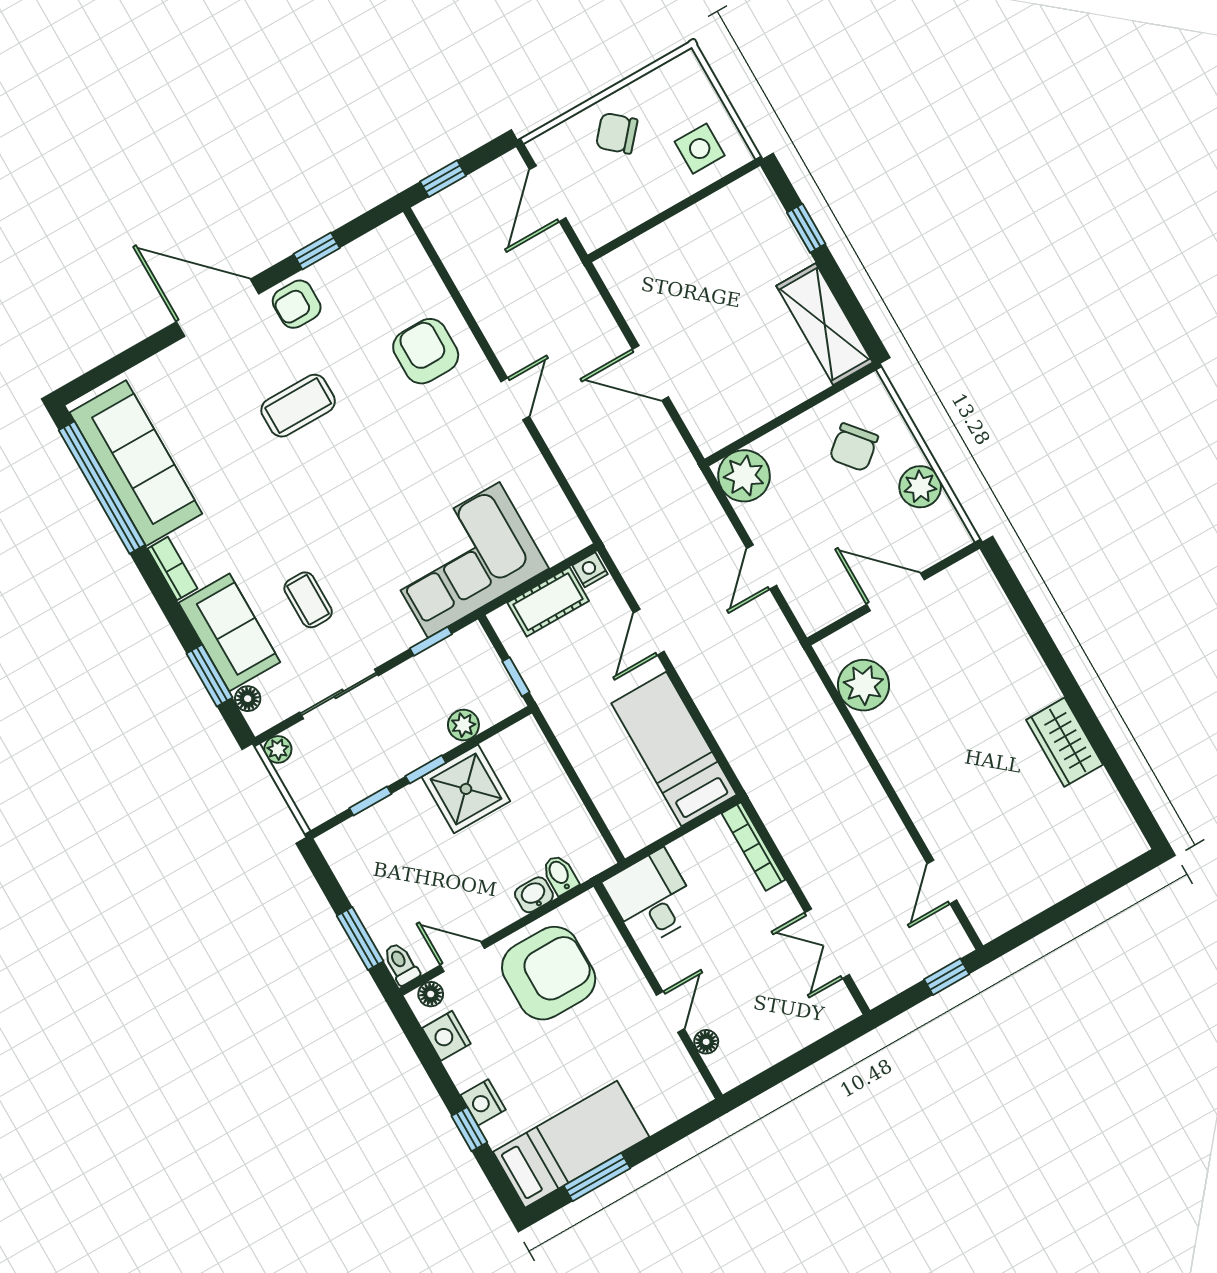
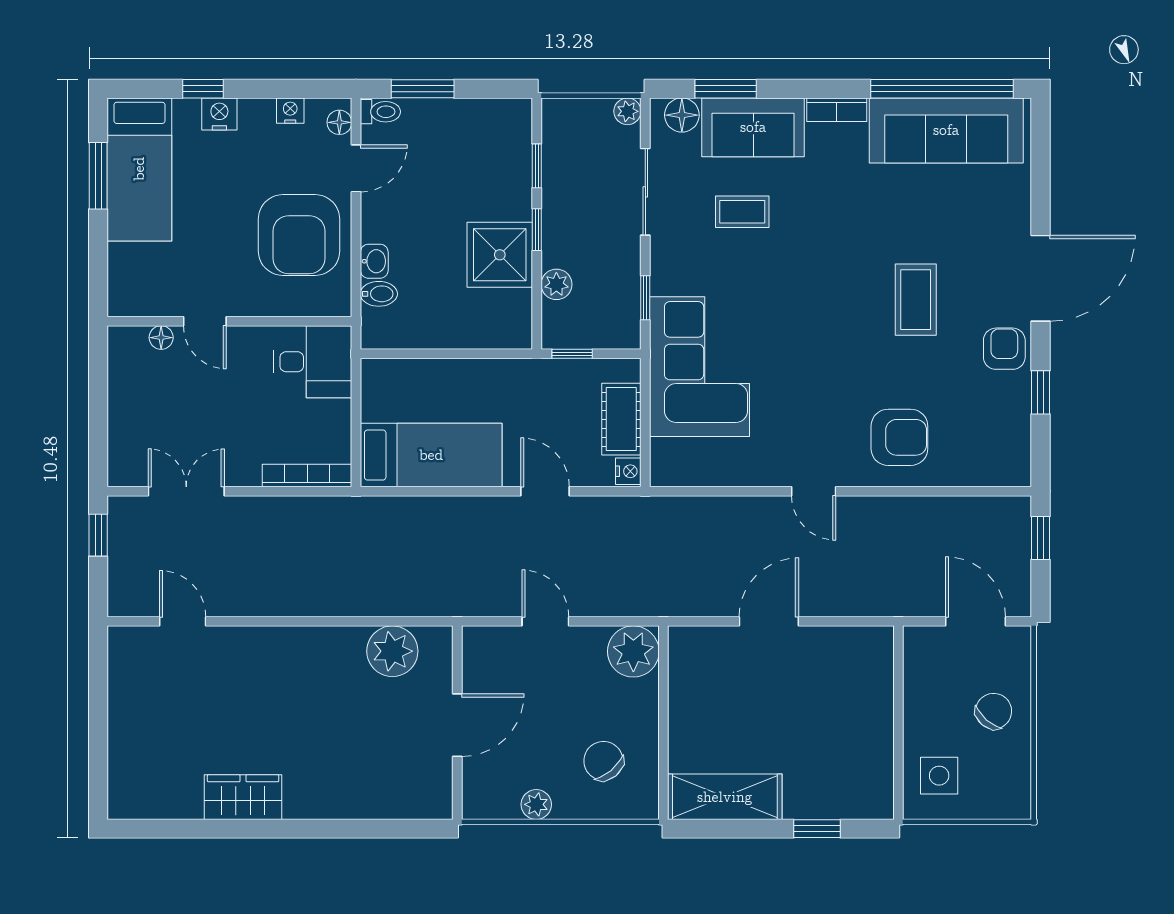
plant: (920, 487) -> (536, 804), width x0.73, depth x0.73
floor lamp: (248, 699) -> (682, 115), width x1.37, depth x1.37
window: (947, 977) -> (98, 535), moved
nightstand: (446, 1036) -> (290, 111), width x0.72, depth x0.74

